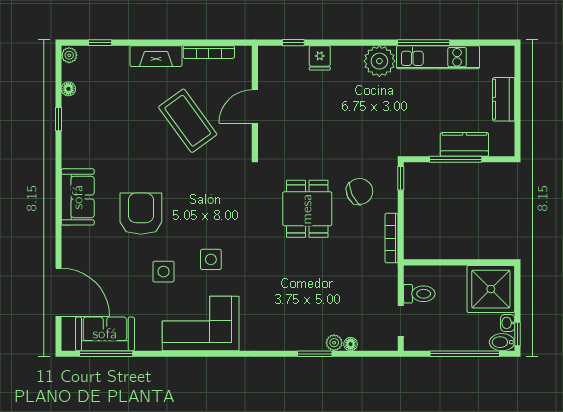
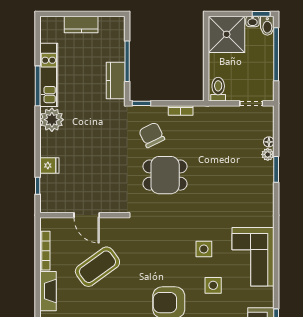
kitchen counter: (464, 144) -> (116, 80), moved
bookcase: (391, 238) -> (181, 110), width x0.64
toilet: (419, 294) -> (218, 89), moved

